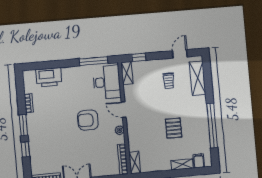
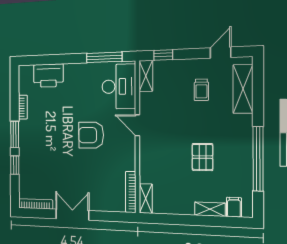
plant: (119, 130) -> (130, 153), removed

